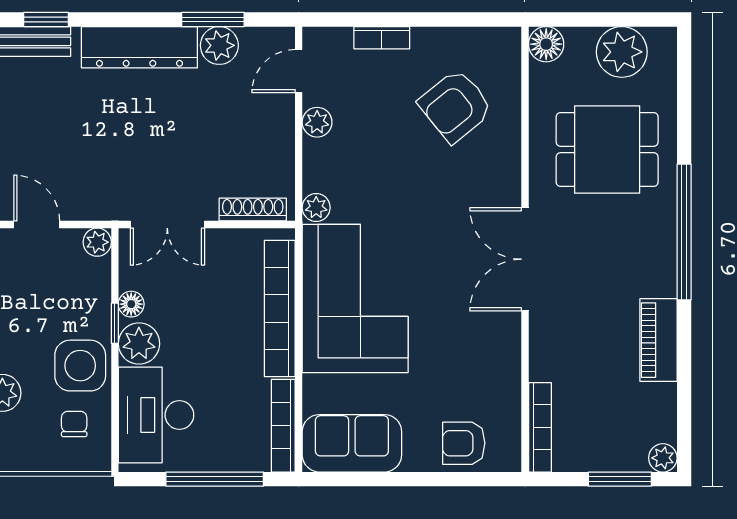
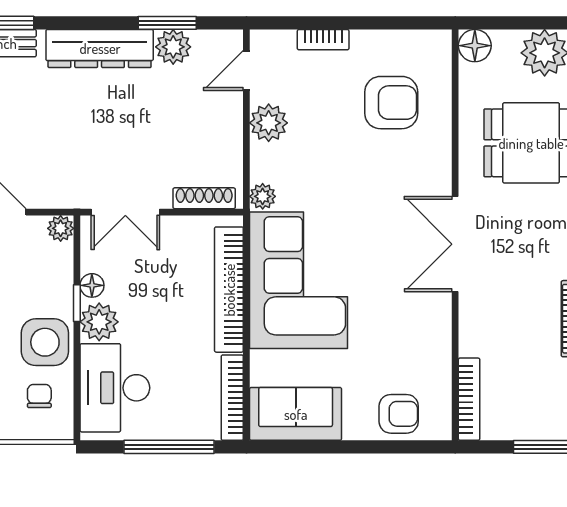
armchair: (456, 106) -> (391, 103), turned -141
plant: (317, 122) -> (269, 123), width x1.38, depth x1.38
armchair: (464, 443) -> (399, 414), turned 180

